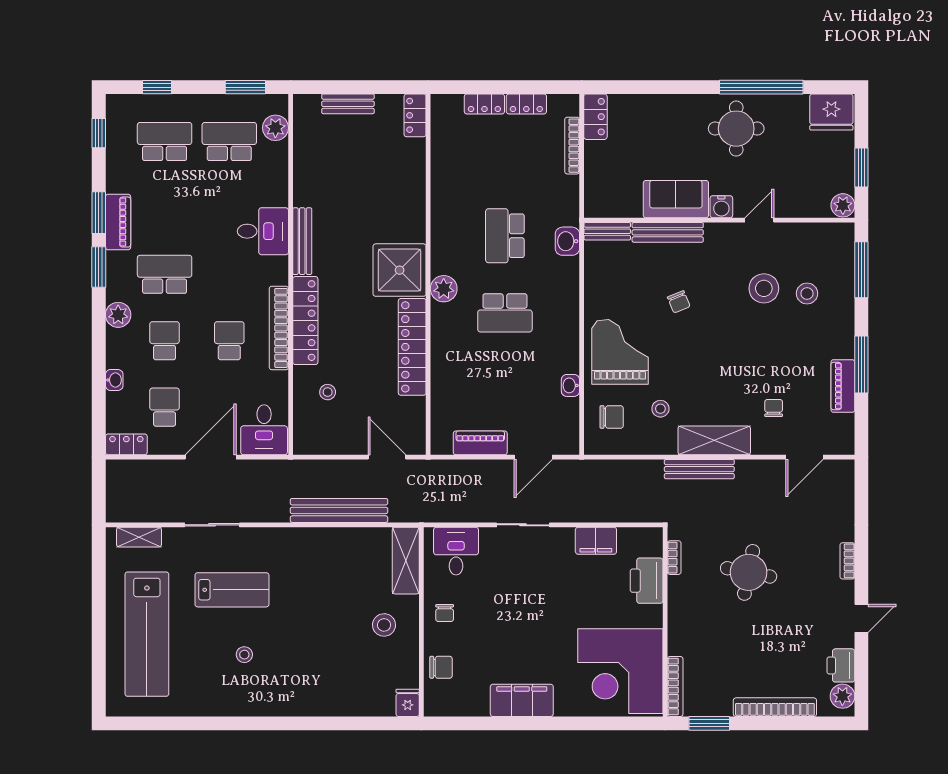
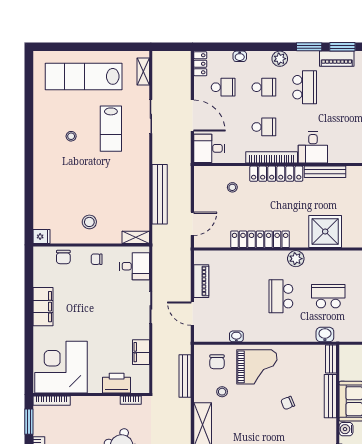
desk: (263, 231) -> (313, 148), moved
shower: (400, 270) -> (325, 232), moved
bench: (699, 469) -> (185, 376), moved
shelving: (406, 561) -> (136, 237), width x0.67, depth x0.75

